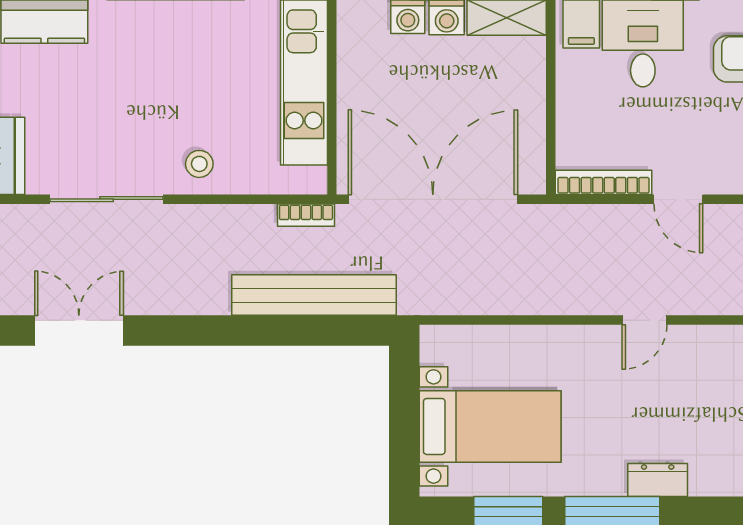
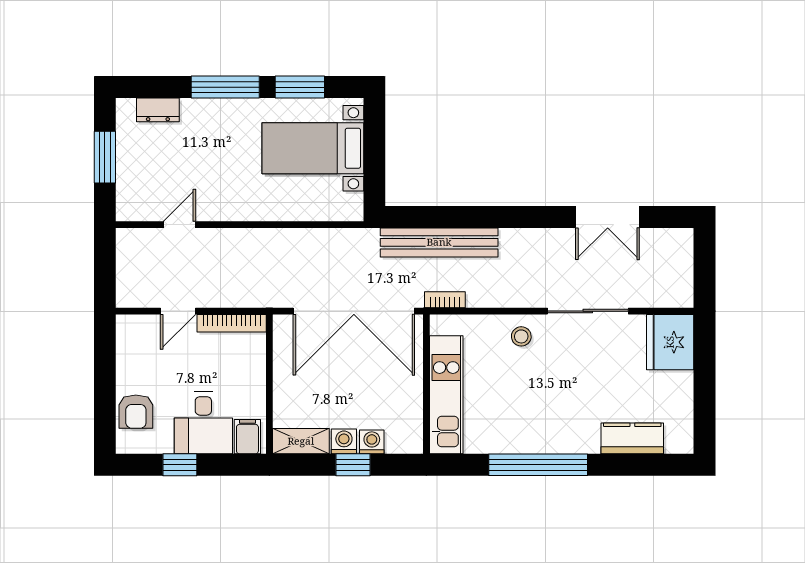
door: (678, 199) -> (178, 311), swing flipped
door: (644, 320) -> (179, 225), moved
dresser: (658, 480) -> (158, 110), moved

